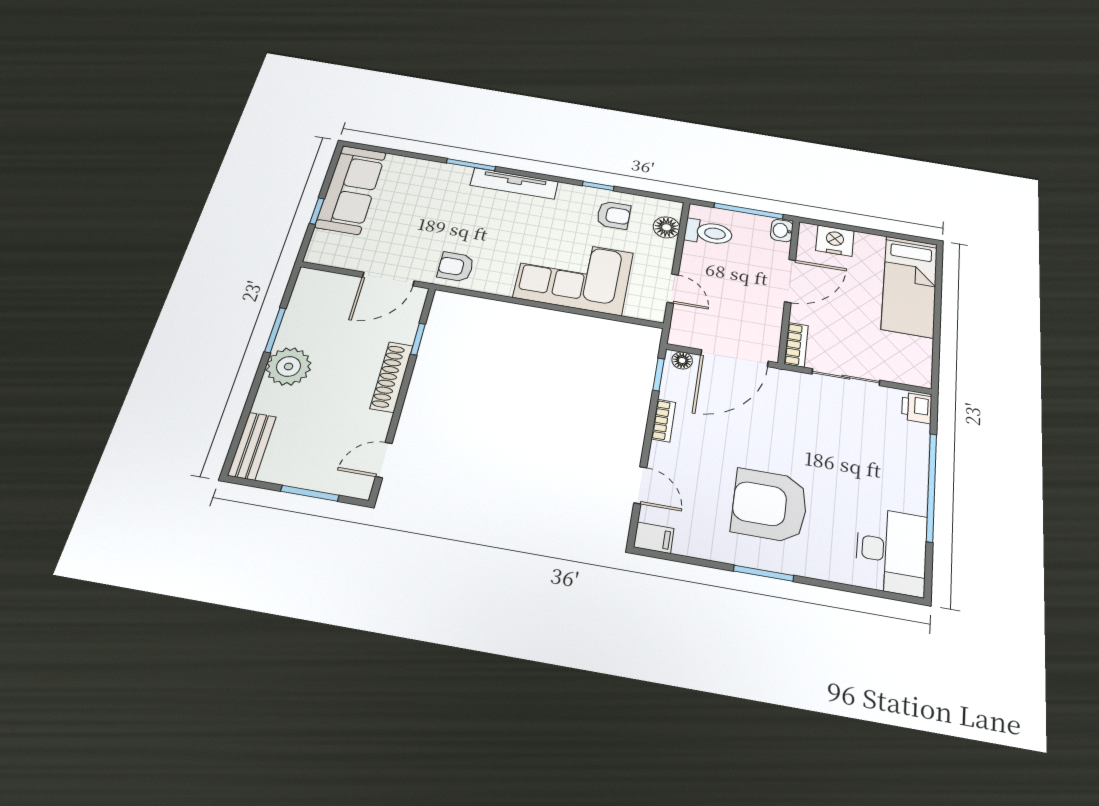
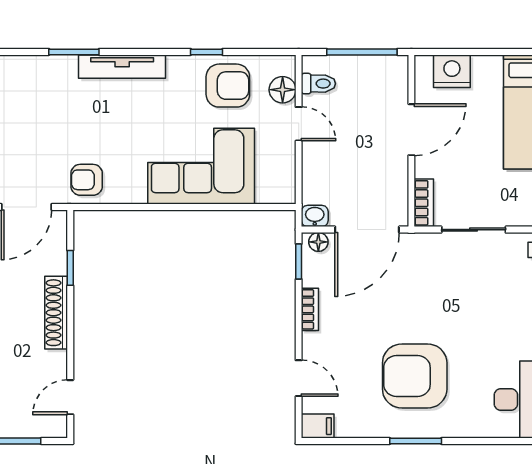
armchair: (614, 215) -> (228, 86), width x1.38, depth x1.38
washbasin: (782, 231) -> (315, 216), moved, turned 90
toilet: (708, 232) -> (318, 84), width x0.73, depth x0.72
door: (673, 289) -> (299, 124), moved

